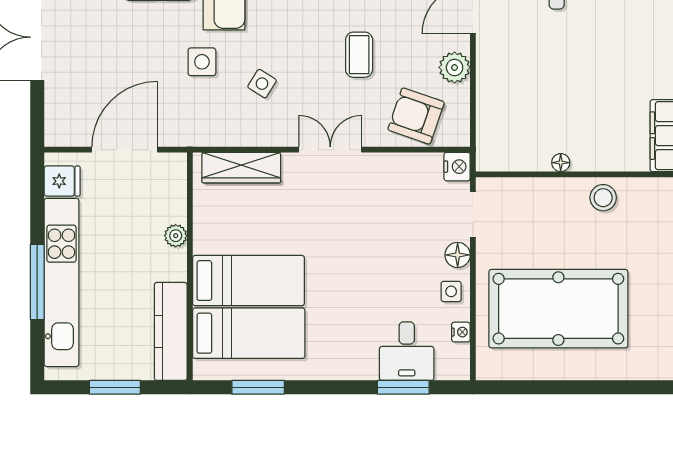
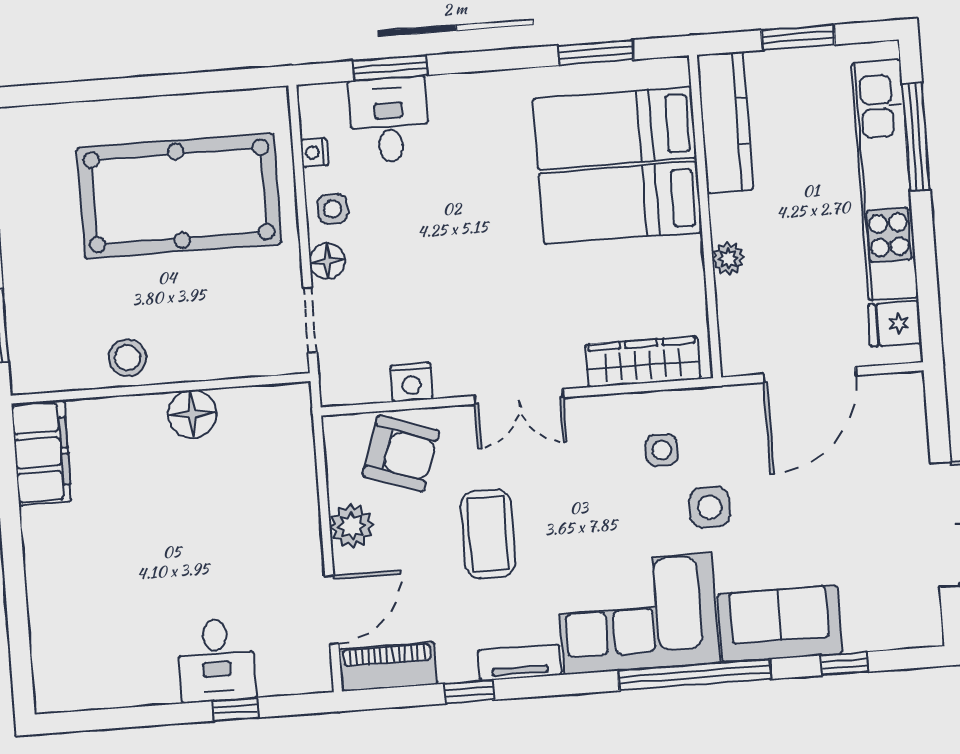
coffee table: (359, 55) -> (488, 534), width x1.36, depth x1.30
side table: (262, 84) -> (662, 450), moved, turned -32
floor lamp: (561, 163) -> (192, 414), width x1.89, depth x1.89
nightstand: (457, 167) -> (411, 382), moved, turned -90
window: (37, 282) -> (916, 137), moved

